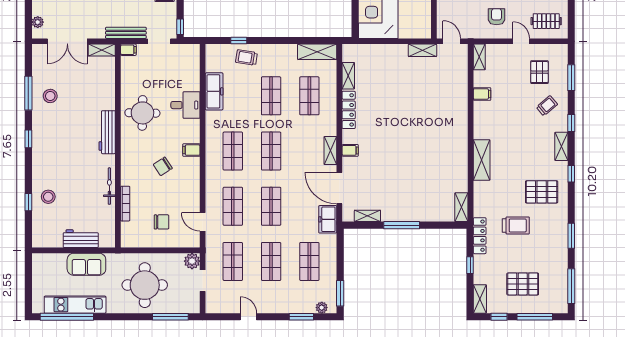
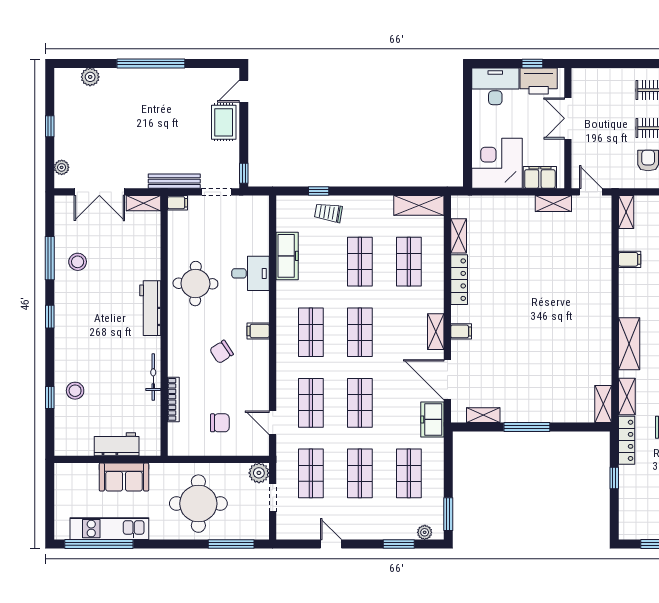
filing cabinet: (412, 30) -> (540, 177), added
shelving: (480, 299) -> (627, 396), moved

